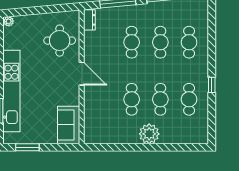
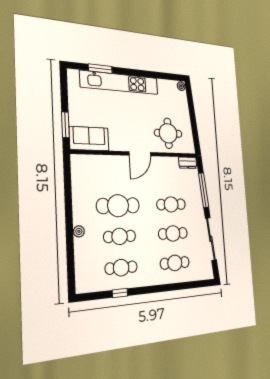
window: (212, 85) -> (120, 293), moved
cafe table: (132, 99) -> (118, 206), width x1.37, depth x1.35
plant: (149, 134) -> (79, 231), width x0.53, depth x0.53
window: (27, 147) -> (65, 125), moved

